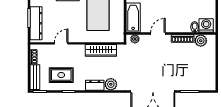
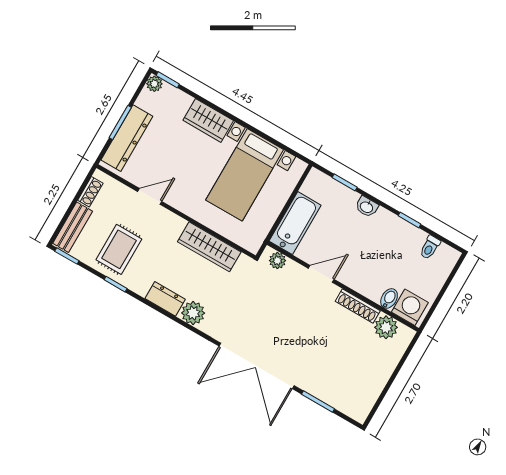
rug: (61, 75) -> (119, 249), turned 90

